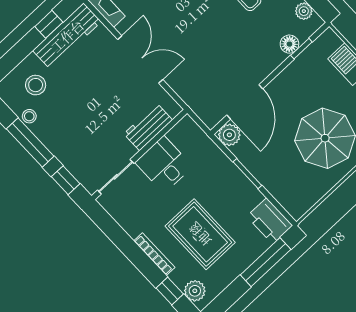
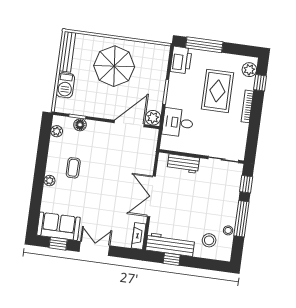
desk: (164, 165) -> (178, 123), moved, turned 90

